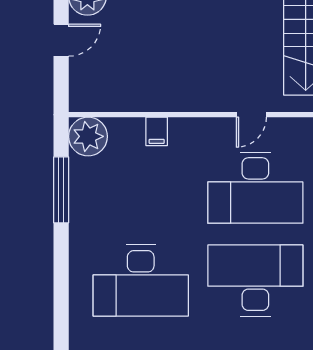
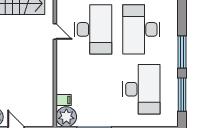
filing cabinet: (157, 131) -> (64, 100), moved

